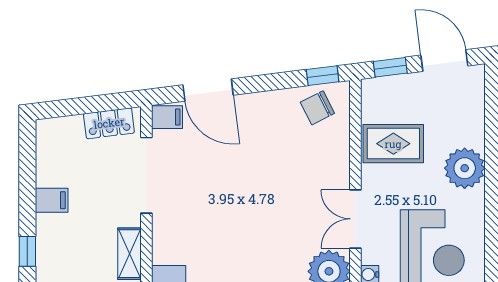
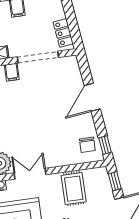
door: (208, 90) -> (92, 97), moved
chair: (317, 108) -> (87, 145), turned -153
filing cabinet: (167, 117) -> (12, 72), moved

